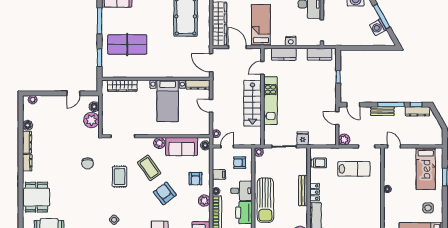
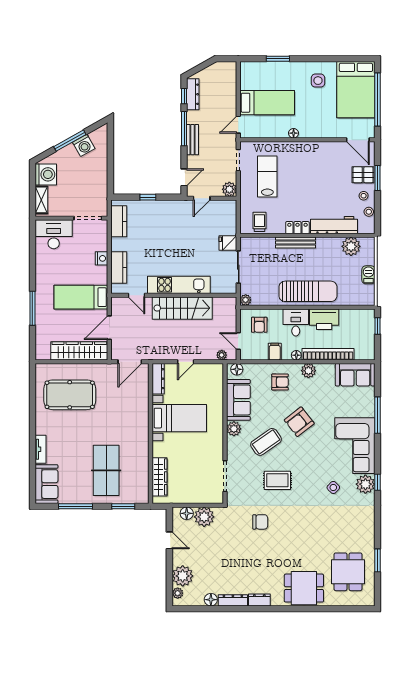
plant: (46, 103) -> (183, 576), added
bed: (426, 169) -> (267, 103), moved

